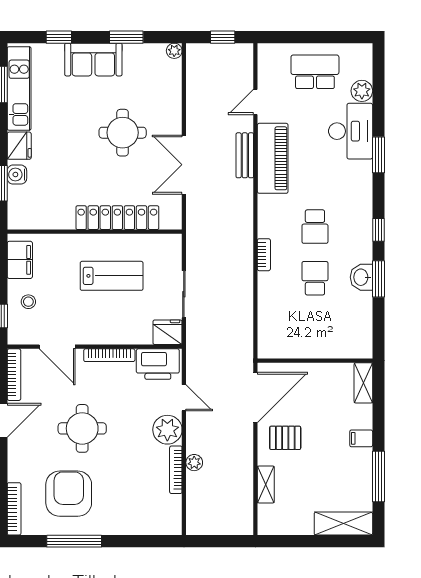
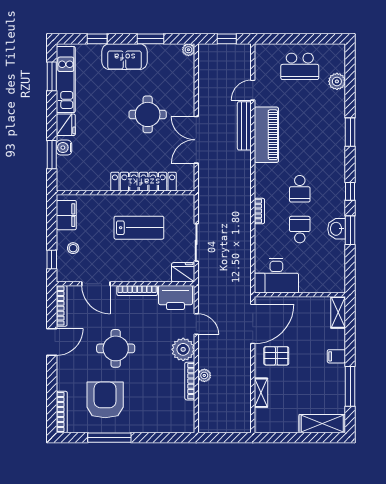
school desk: (315, 72) -> (300, 66), turned 180
desk: (351, 131) -> (276, 276), moved, turned 90
bench: (245, 155) -> (244, 126), width x1.36

